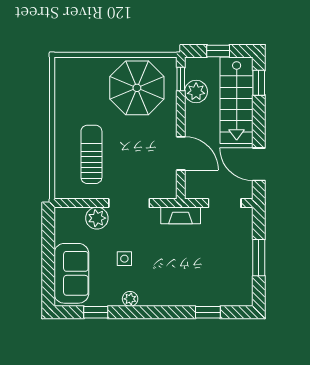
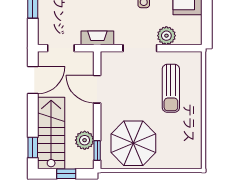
door: (259, 164) -> (33, 80), hinge flipped

